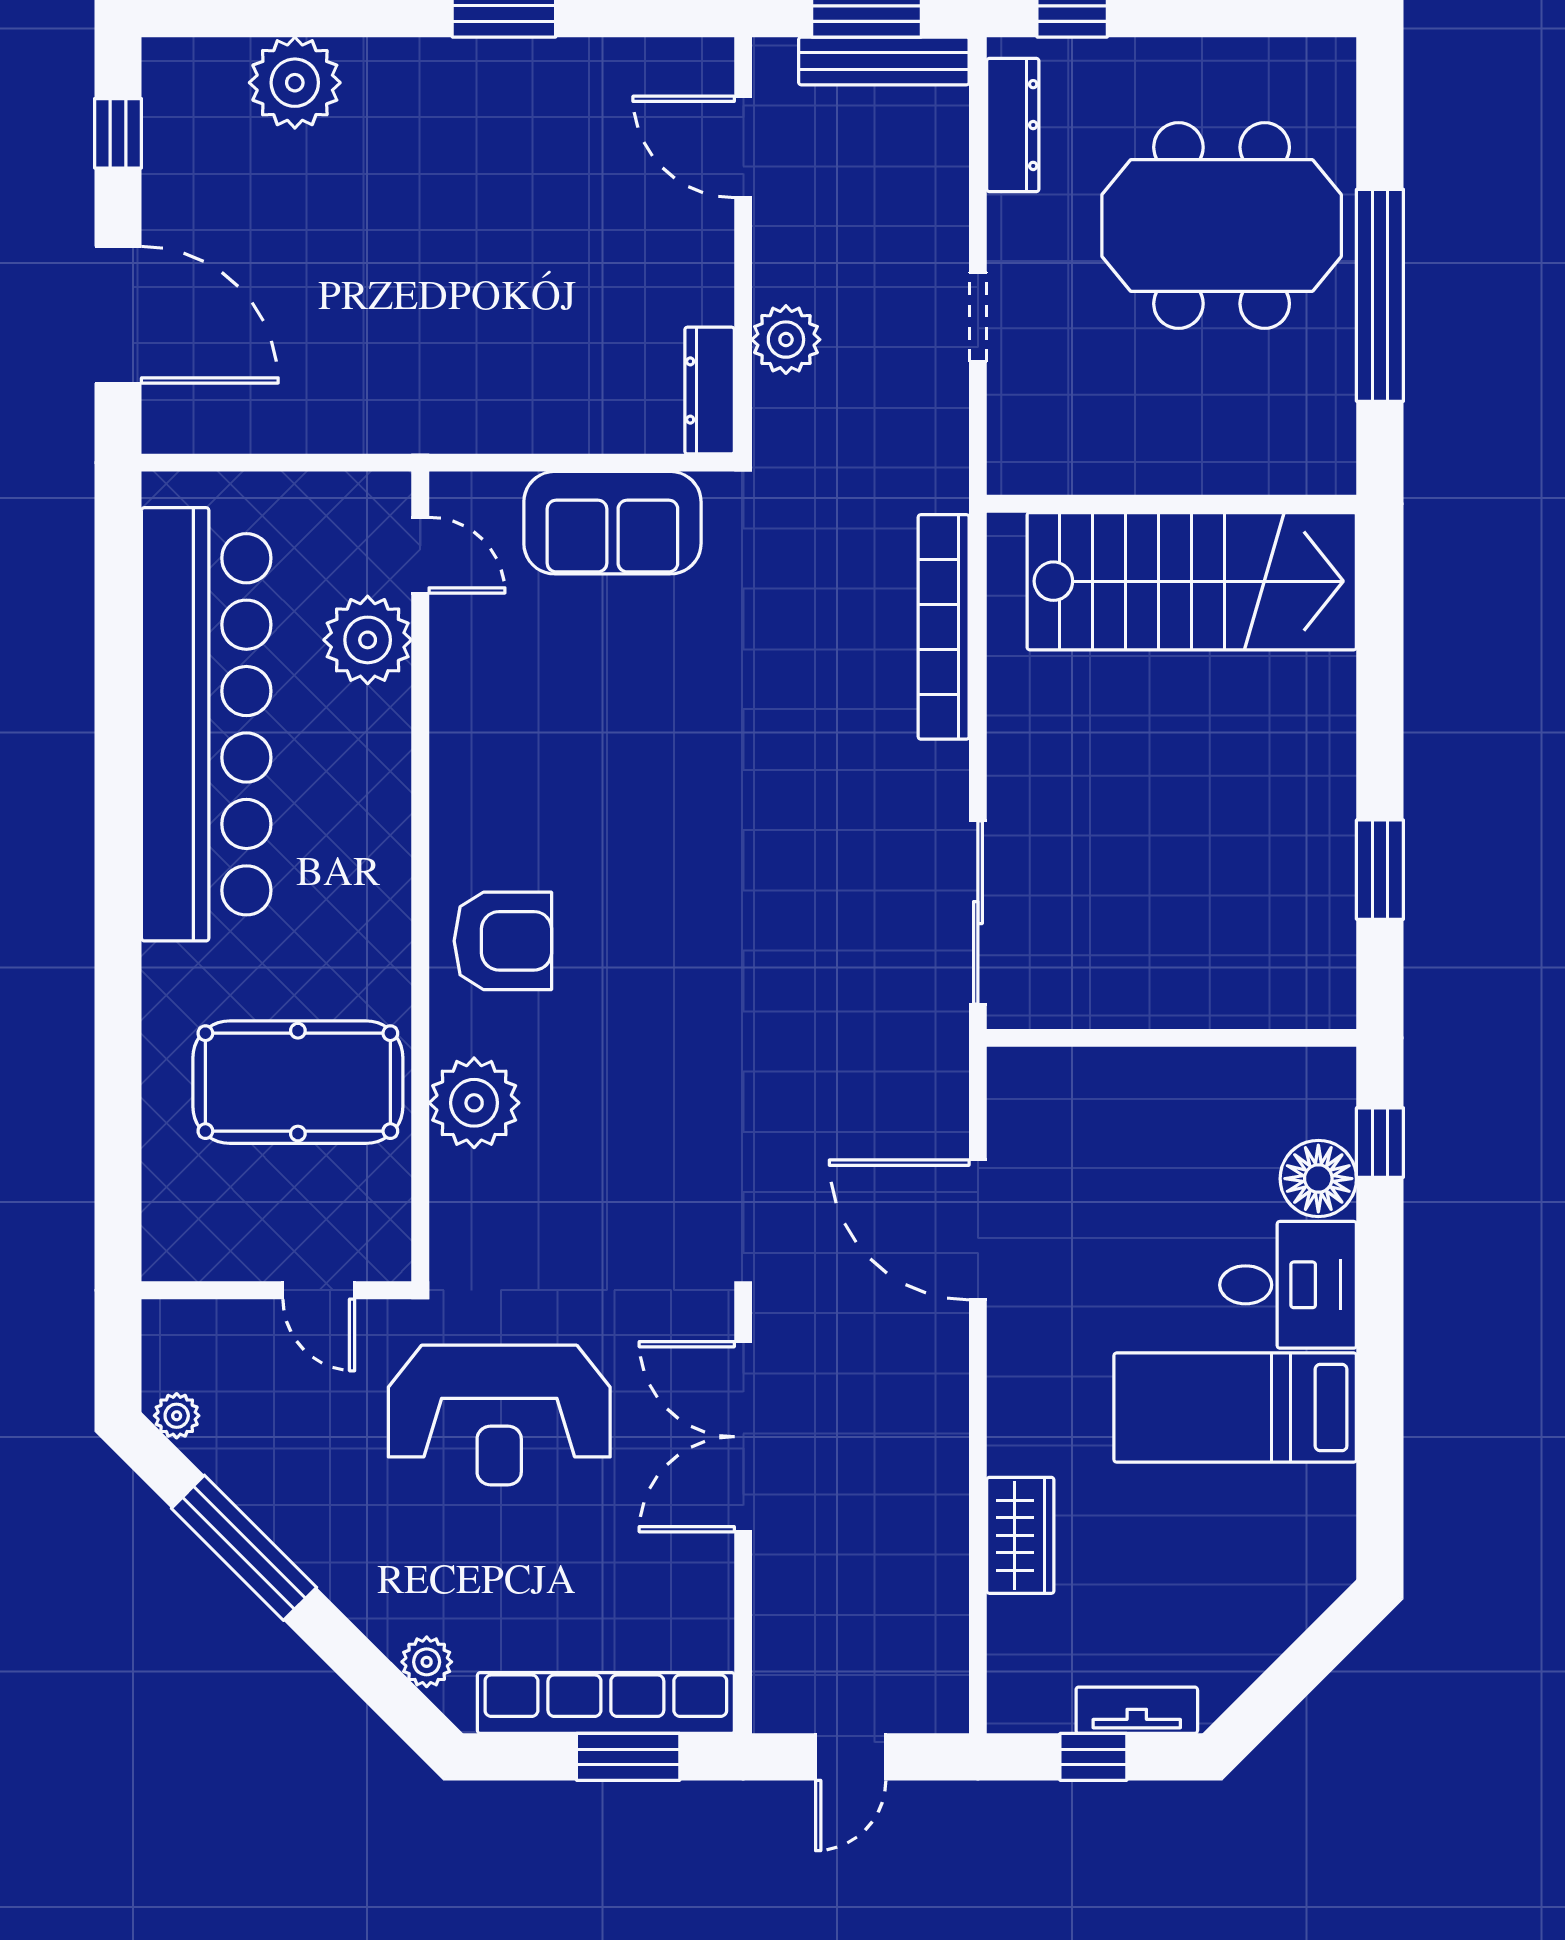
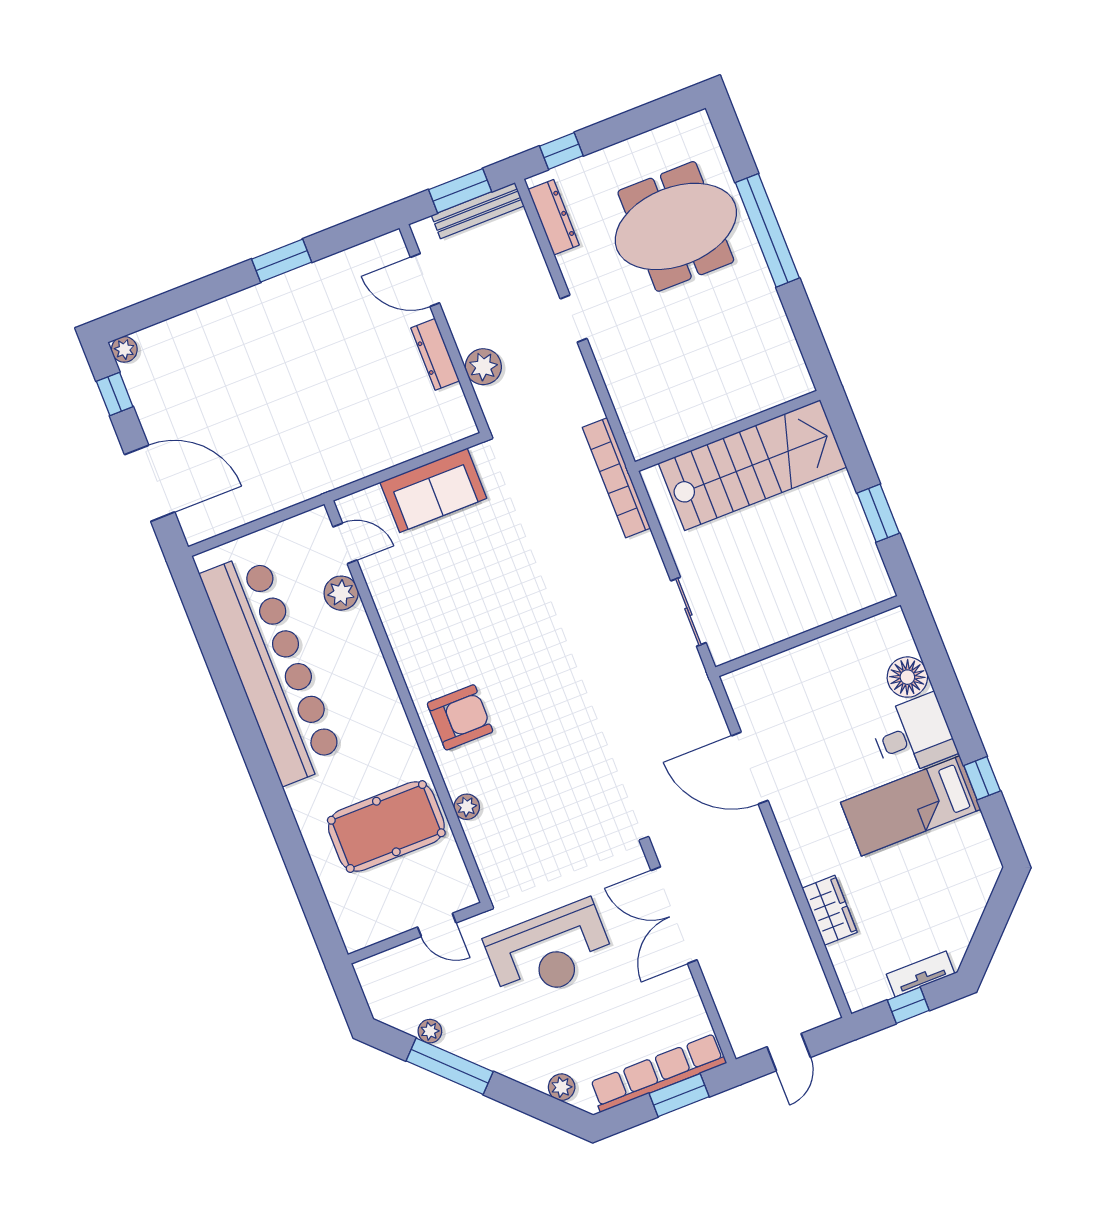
plant: (295, 83) -> (124, 349), moved, width x0.53, depth x0.53
dresser: (710, 391) -> (435, 354), moved
wall: (1172, 504) -> (728, 431), moved
stairs: (1192, 581) -> (752, 465), moved
plant: (368, 640) -> (341, 593), width x0.73, depth x0.73
sliding door: (978, 913) -> (688, 612), width x0.73
plant: (474, 1103) -> (467, 807), width x0.53, depth x0.53
window: (1380, 1143) -> (982, 778), moved
plant: (177, 1416) -> (430, 1031), moved

